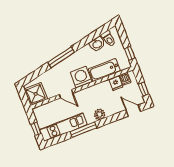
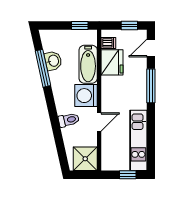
toilet: (108, 39) -> (69, 120), moved
window: (61, 57) -> (43, 68), moved
fridge: (116, 83) -> (112, 62), width x1.88, depth x1.34
plant: (100, 114) -> (140, 91), removed
window: (83, 130) -> (151, 86), moved

